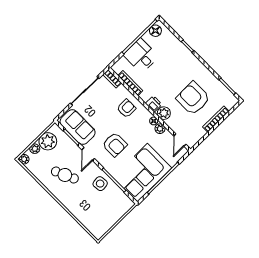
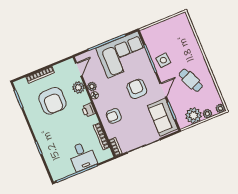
floor lamp: (155, 31) -> (61, 173), removed
plant: (164, 113) -> (78, 87), moved

